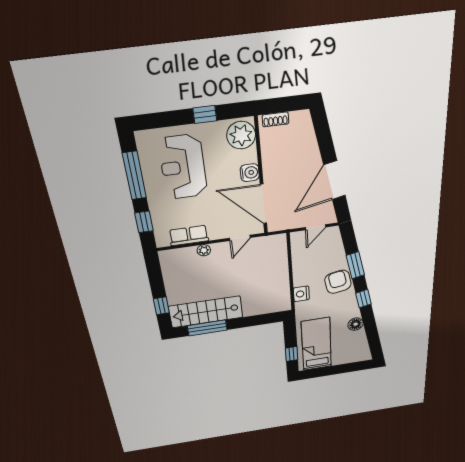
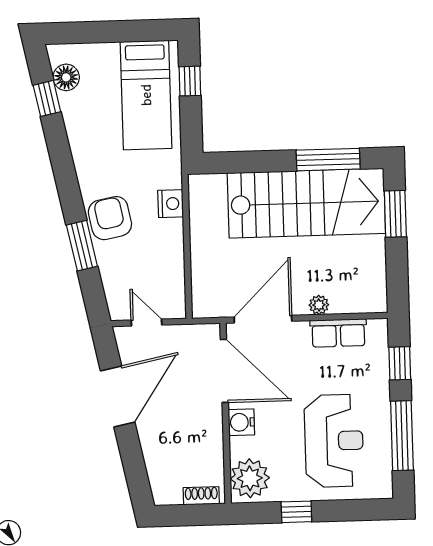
door: (315, 227) -> (147, 323), hinge flipped
door: (240, 238) -> (263, 319), width x1.88
armchair: (338, 282) -> (110, 218), turned 180
window: (364, 299) -> (47, 98), moved
window: (161, 306) -> (395, 214), width x1.50
stairs: (206, 312) -> (306, 203), width x1.36, depth x1.51
floor lamp: (356, 324) -> (66, 77), moved

